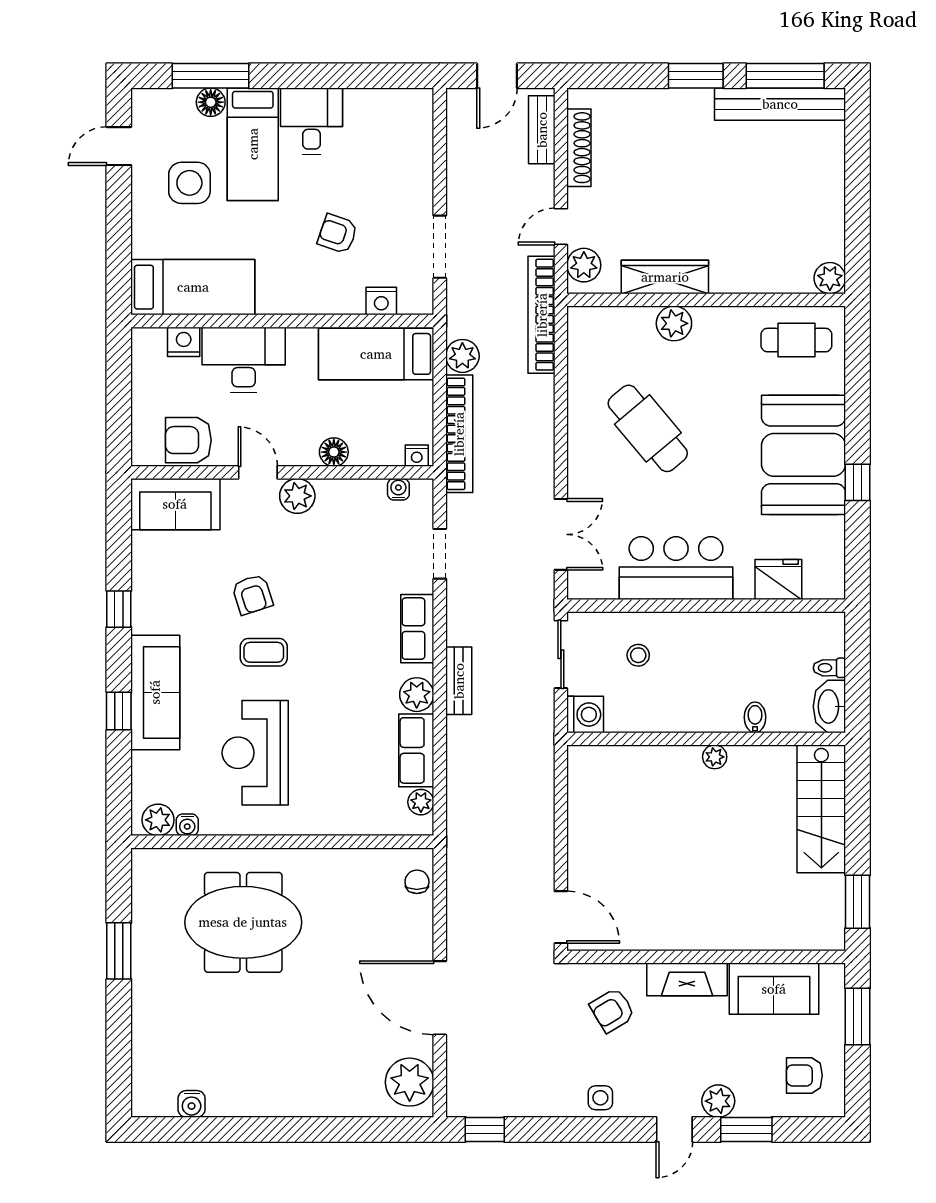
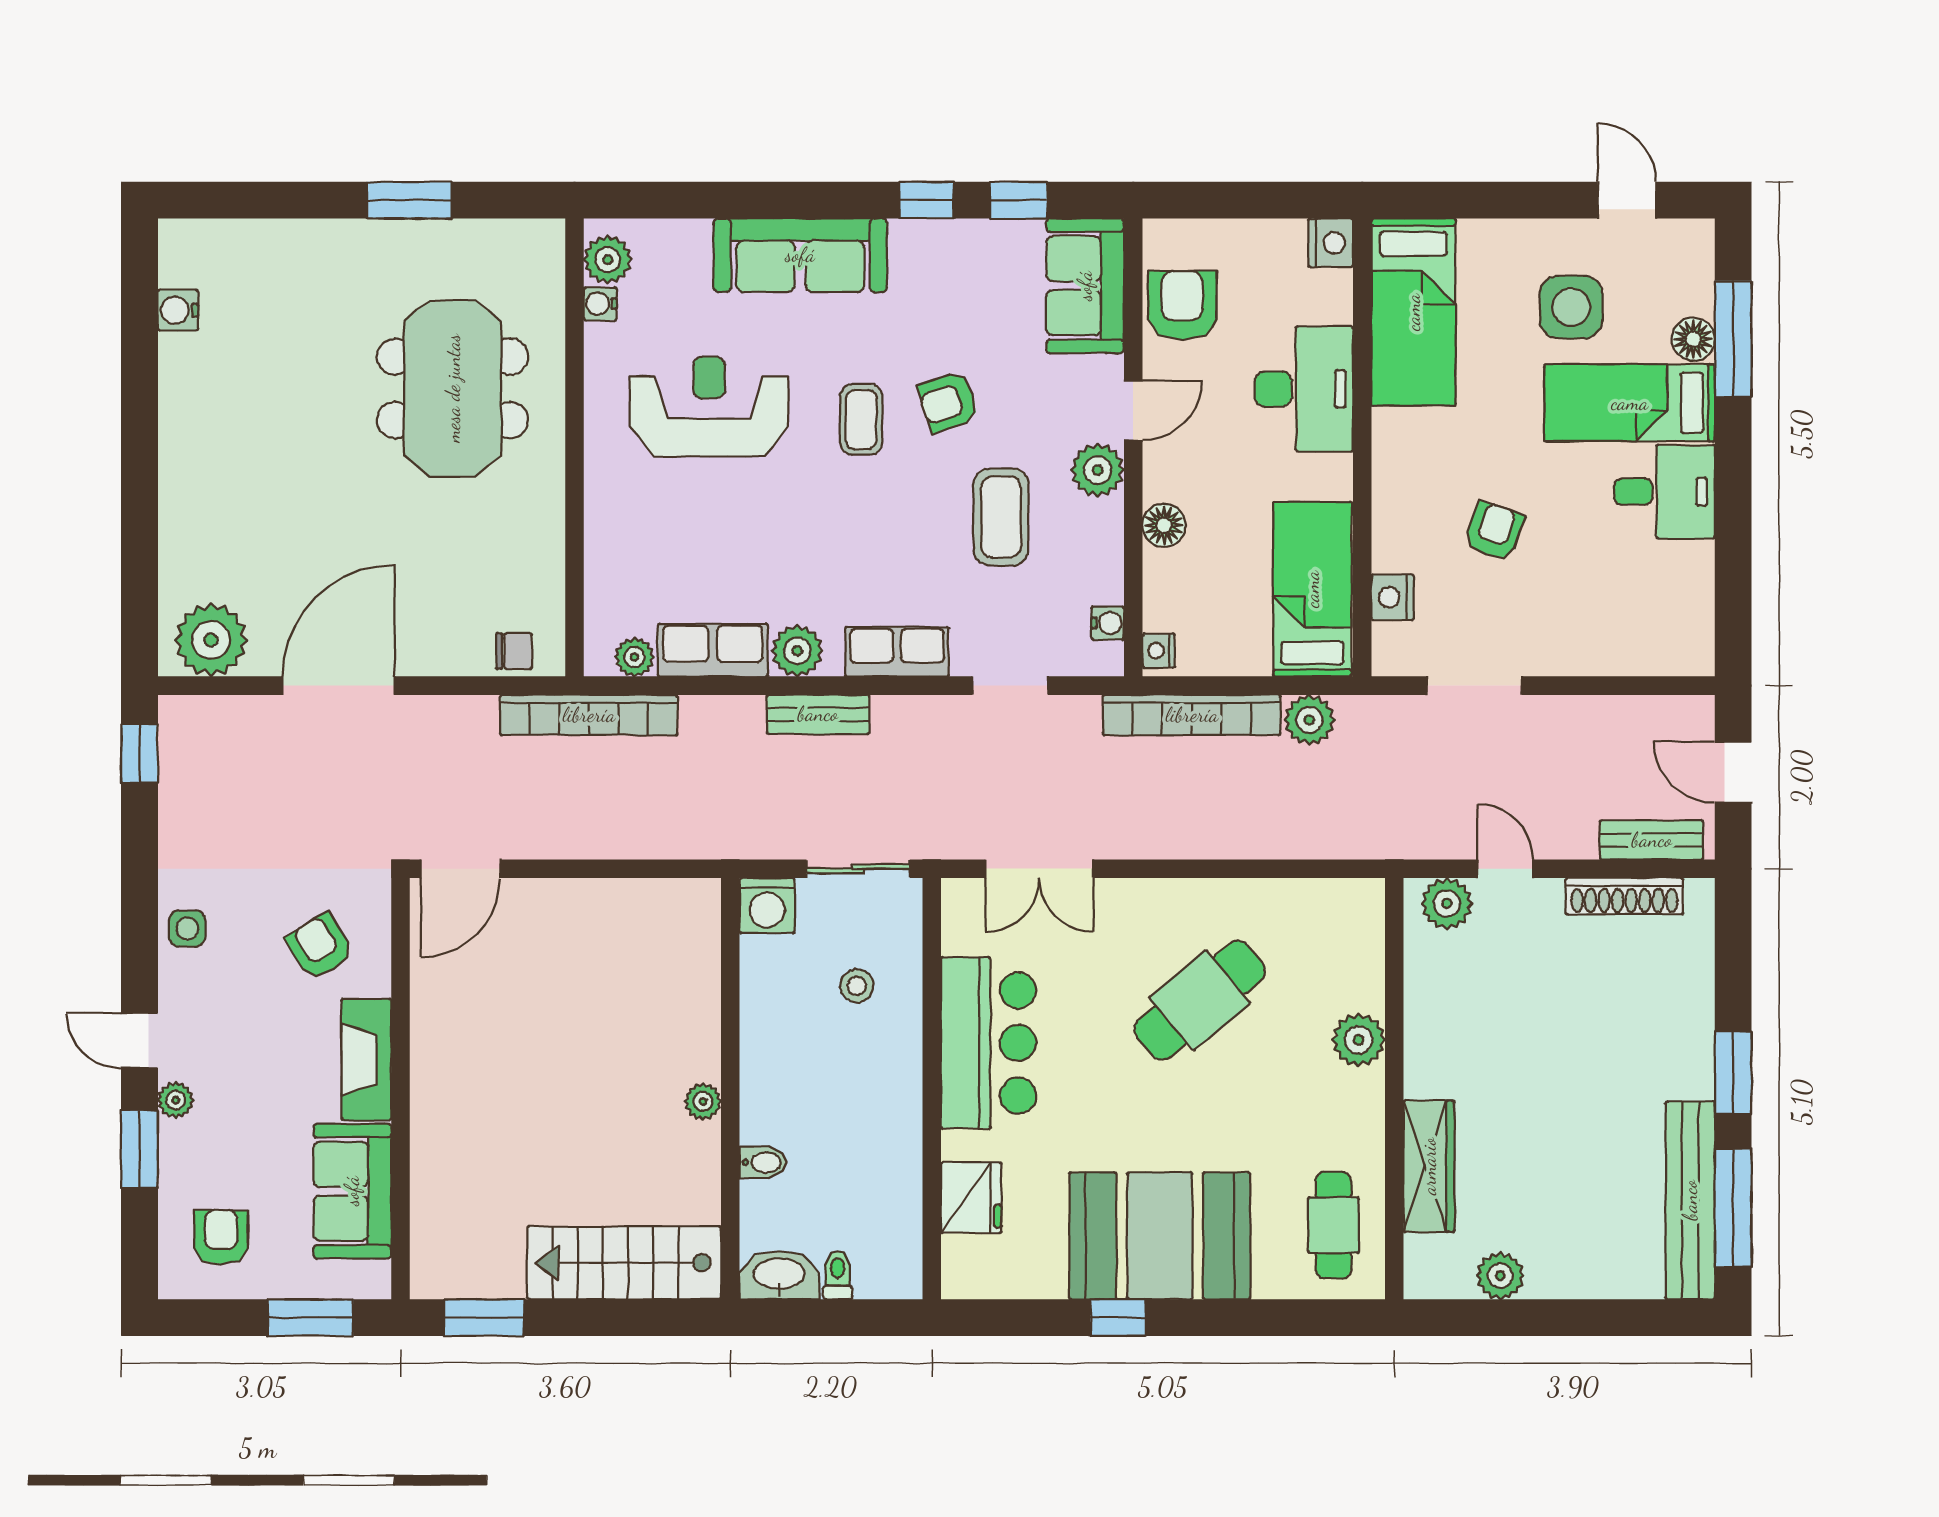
wardrobe: (665, 277) -> (1429, 1166), moved
plant: (830, 278) -> (1500, 1276), moved
bookcase: (542, 315) -> (589, 715), moved, turned 180
nightstand: (184, 342) -> (1331, 243), moved
coffee table: (328, 560) -> (1001, 517), added
window: (119, 711) -> (1019, 200), moved
plant: (718, 1101) -> (176, 1100), width x0.73, depth x0.73

